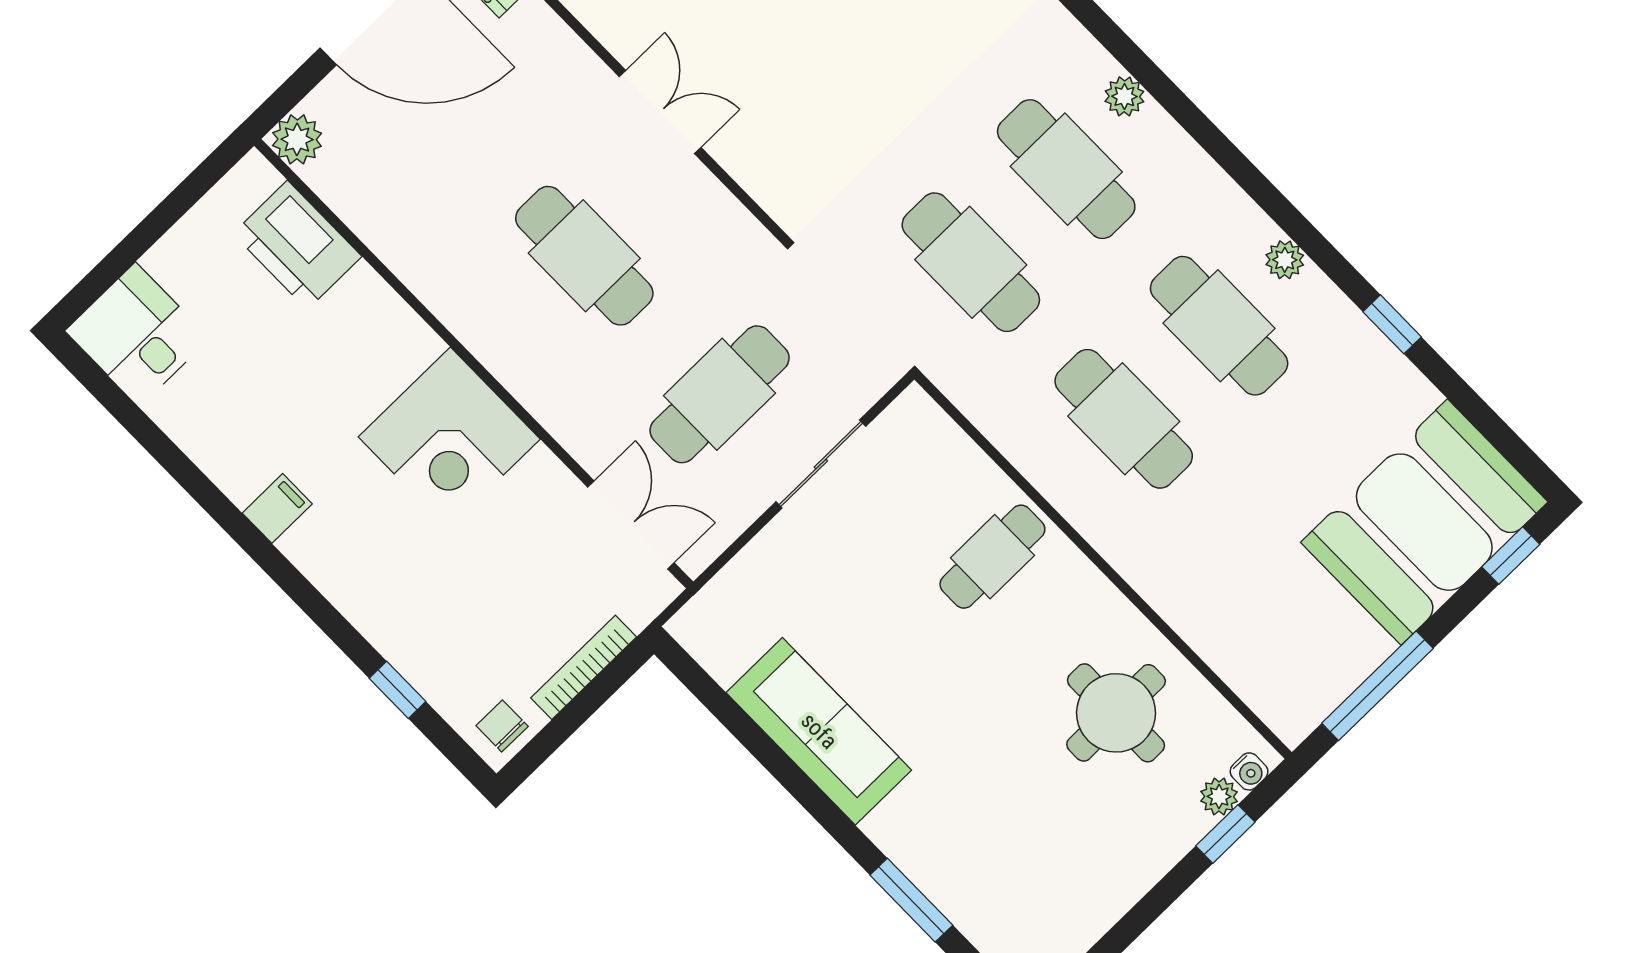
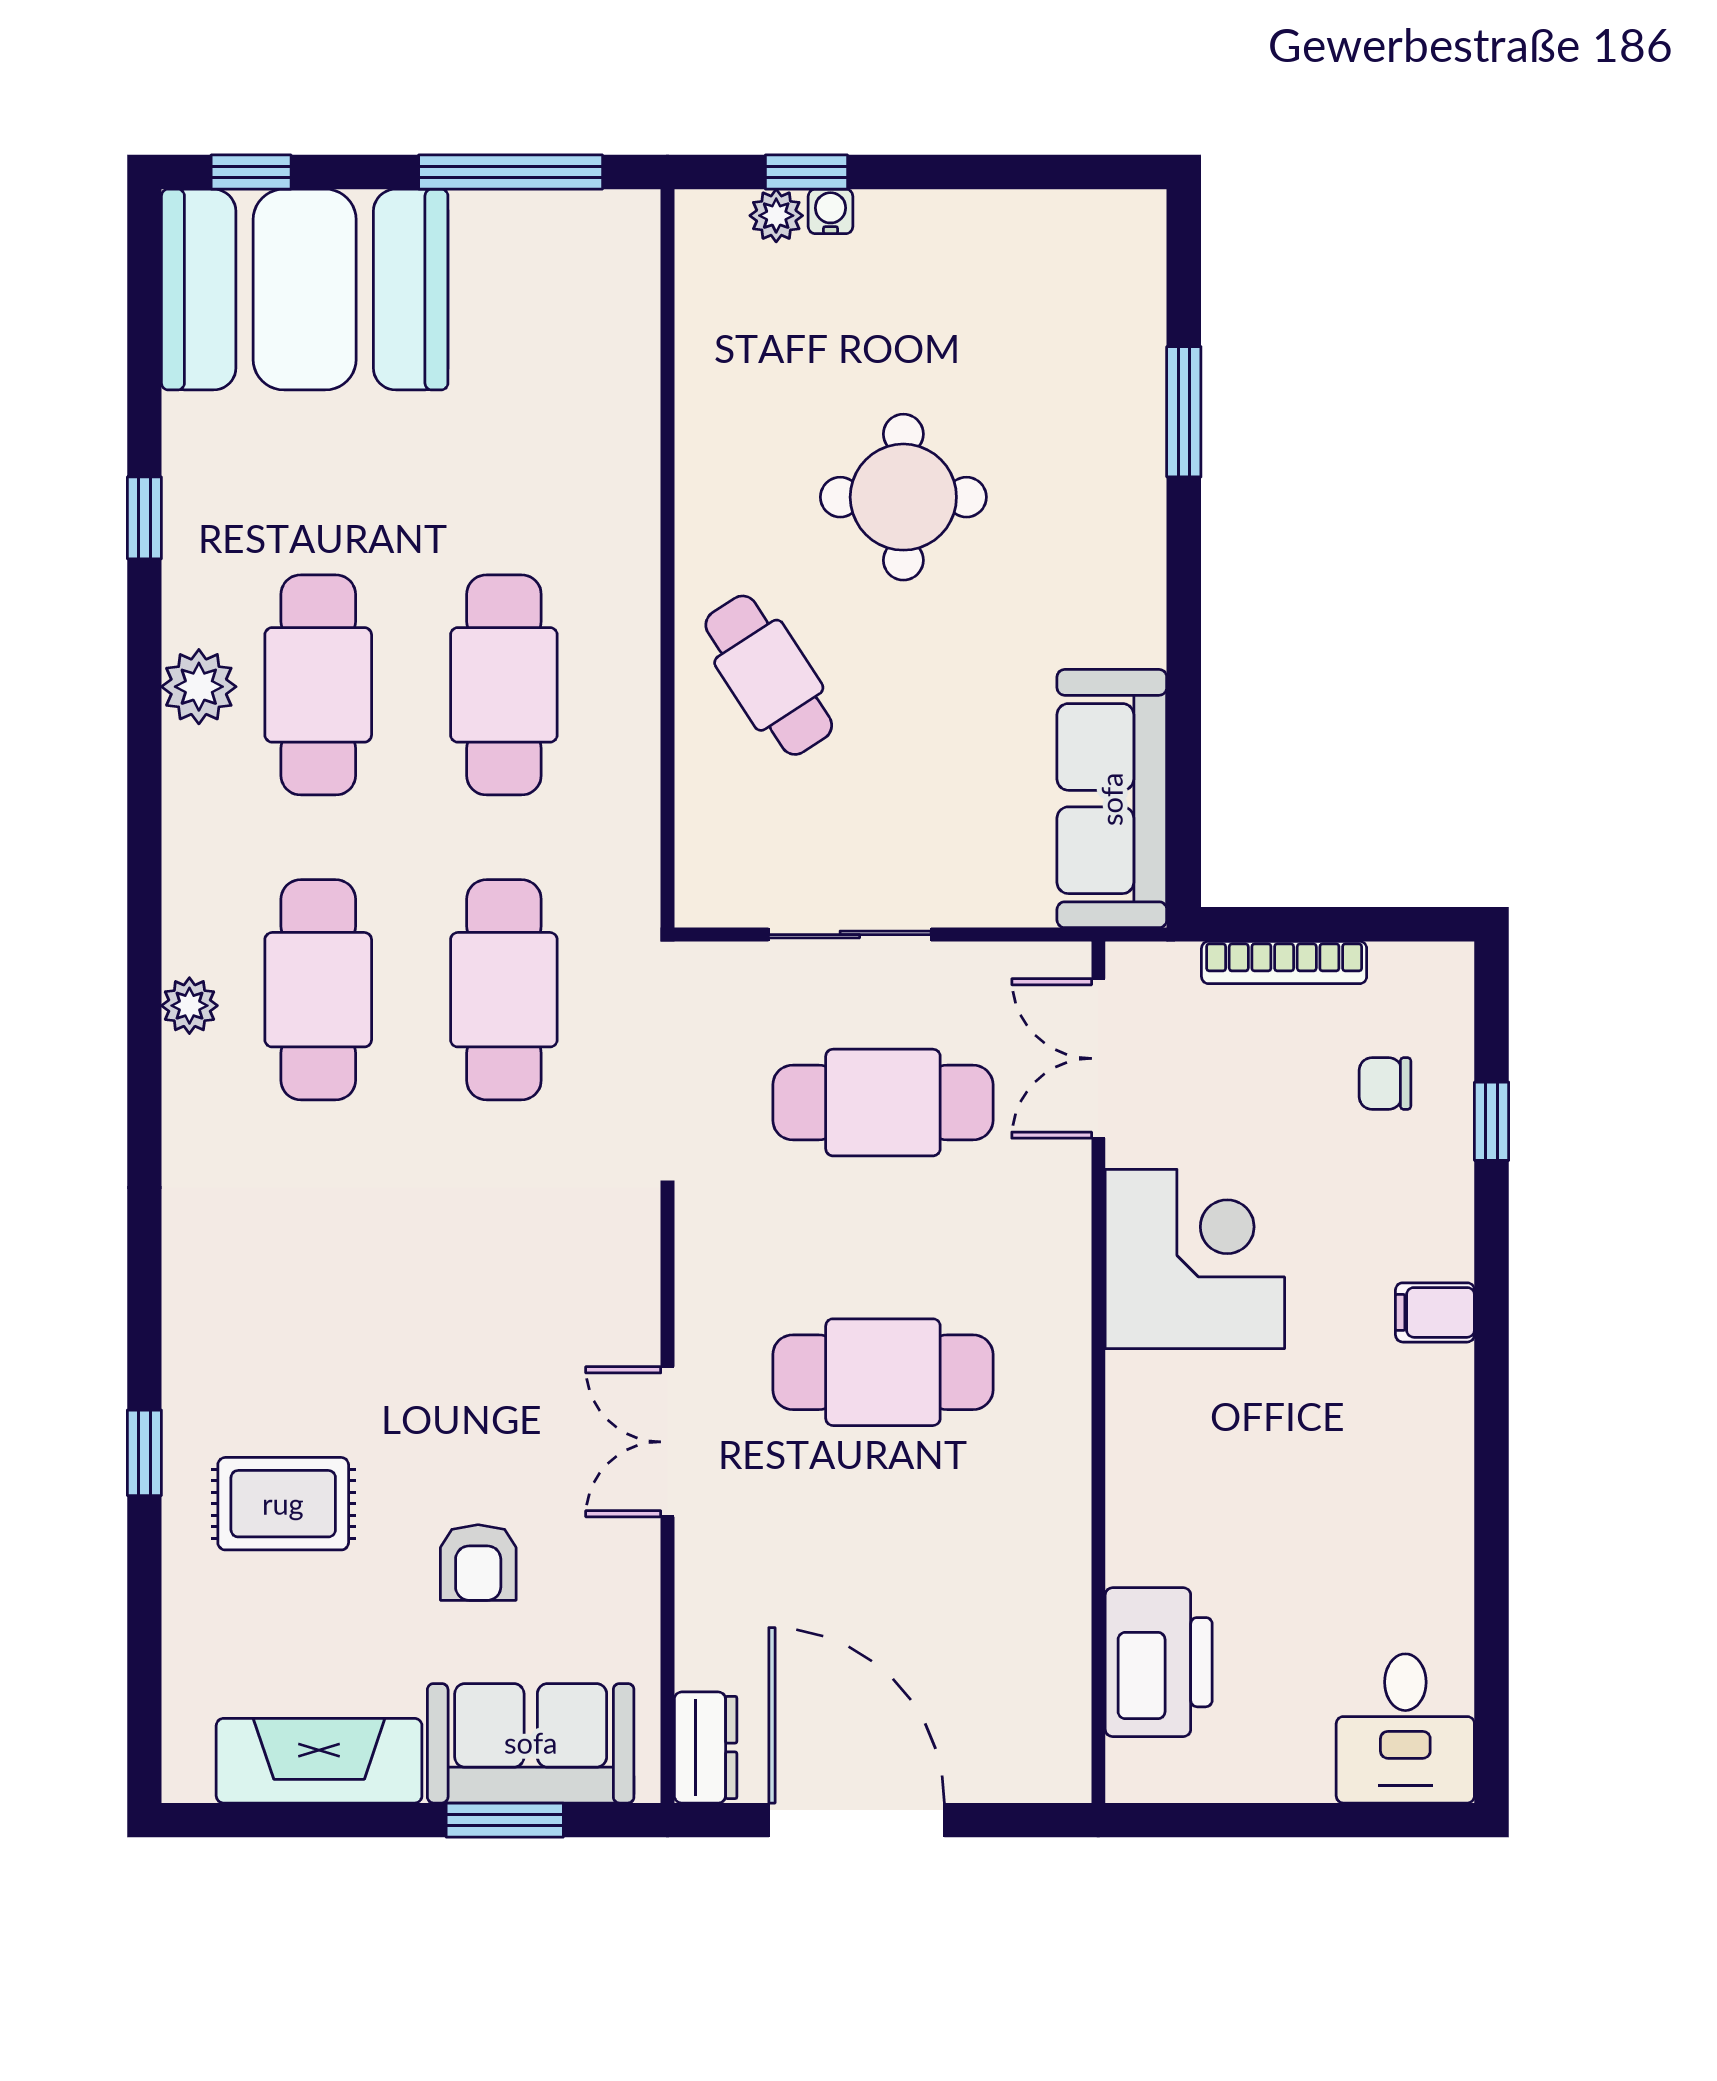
plant: (297, 139) -> (1056, 1768), removed
cafe table: (584, 256) -> (883, 1372), turned 90
plant: (1285, 260) -> (199, 687), width x1.38, depth x1.38
corner desk: (449, 438) -> (1195, 1259), moved
filing cabinet: (277, 508) -> (1435, 1312), moved
cafe table: (992, 557) -> (769, 675), turned 57
round table: (1116, 713) -> (903, 497), moved
chair: (502, 726) -> (1385, 1084), moved, turned 90
sofa: (819, 731) -> (1112, 799), moved
water cooler: (1249, 771) -> (831, 211), moved

